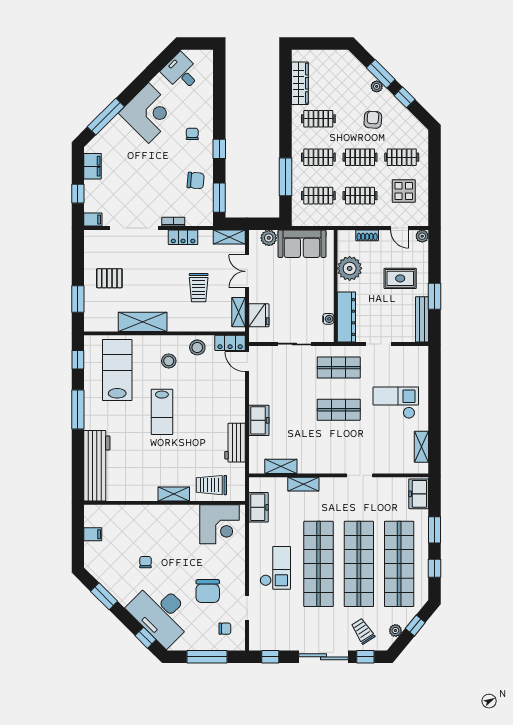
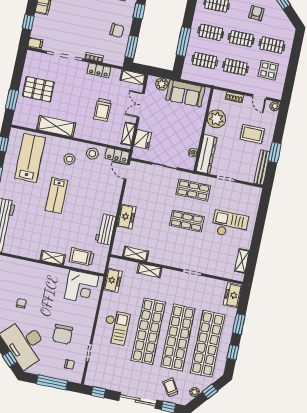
pallet: (109, 278) -> (38, 89), width x1.50, depth x1.42

